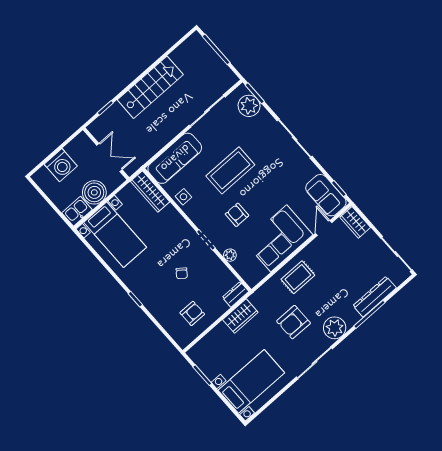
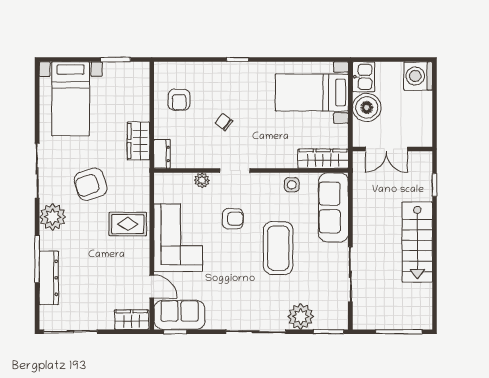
plant: (249, 106) -> (301, 317), moved
washing machine: (61, 165) -> (418, 76), moved
rug: (298, 277) -> (128, 224), turned 90
armchair: (293, 322) -> (91, 184), turned -108

